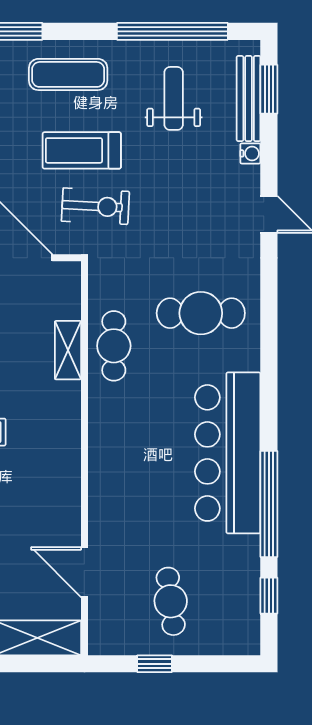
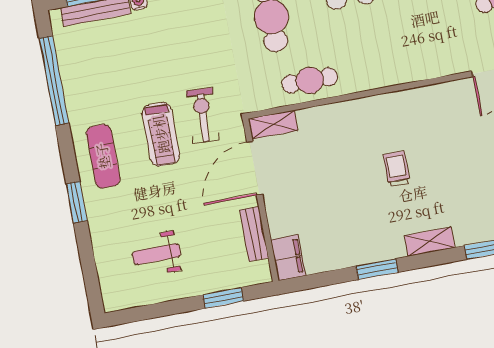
weight bench: (174, 98) -> (107, 70), removed
shelving: (68, 350) -> (273, 125), moved

